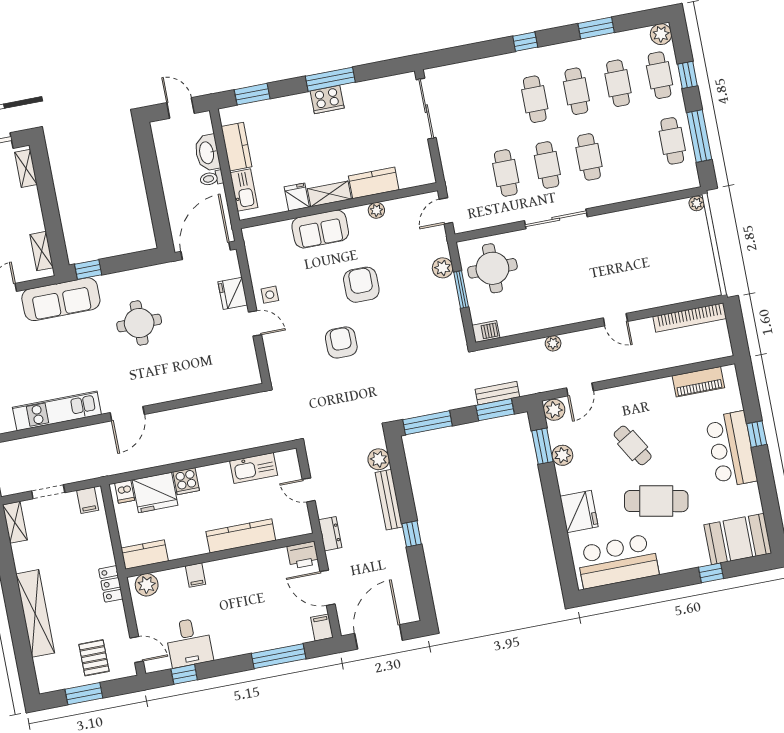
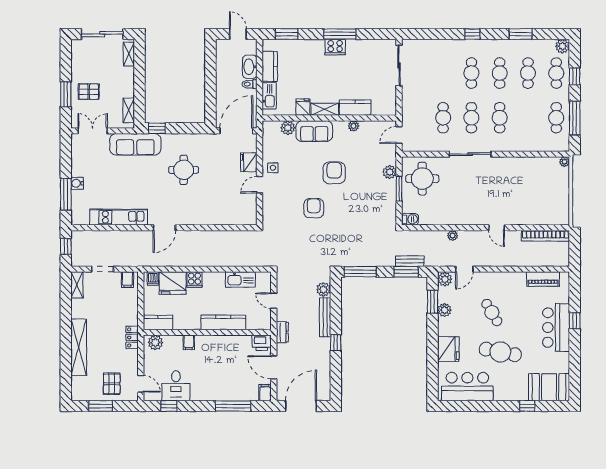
plant: (280, 232) -> (288, 128), added
door: (255, 323) -> (260, 185), swing flipped

